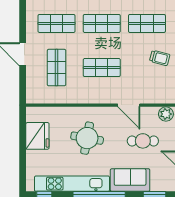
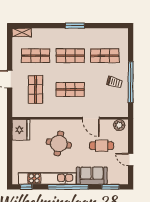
fridge: (37, 136) -> (21, 130), moved

